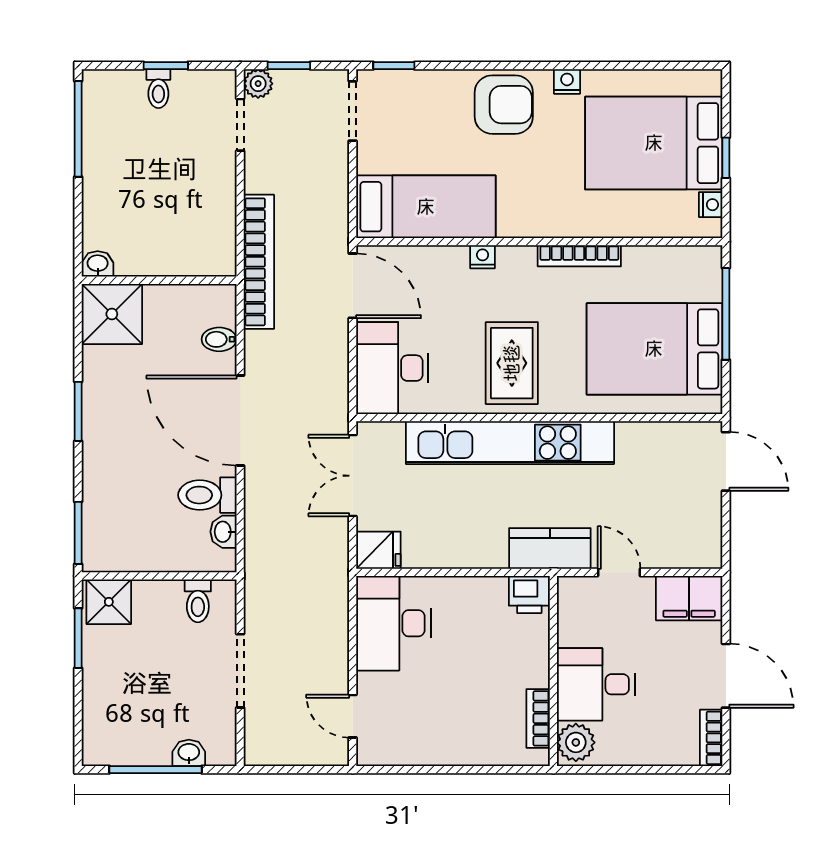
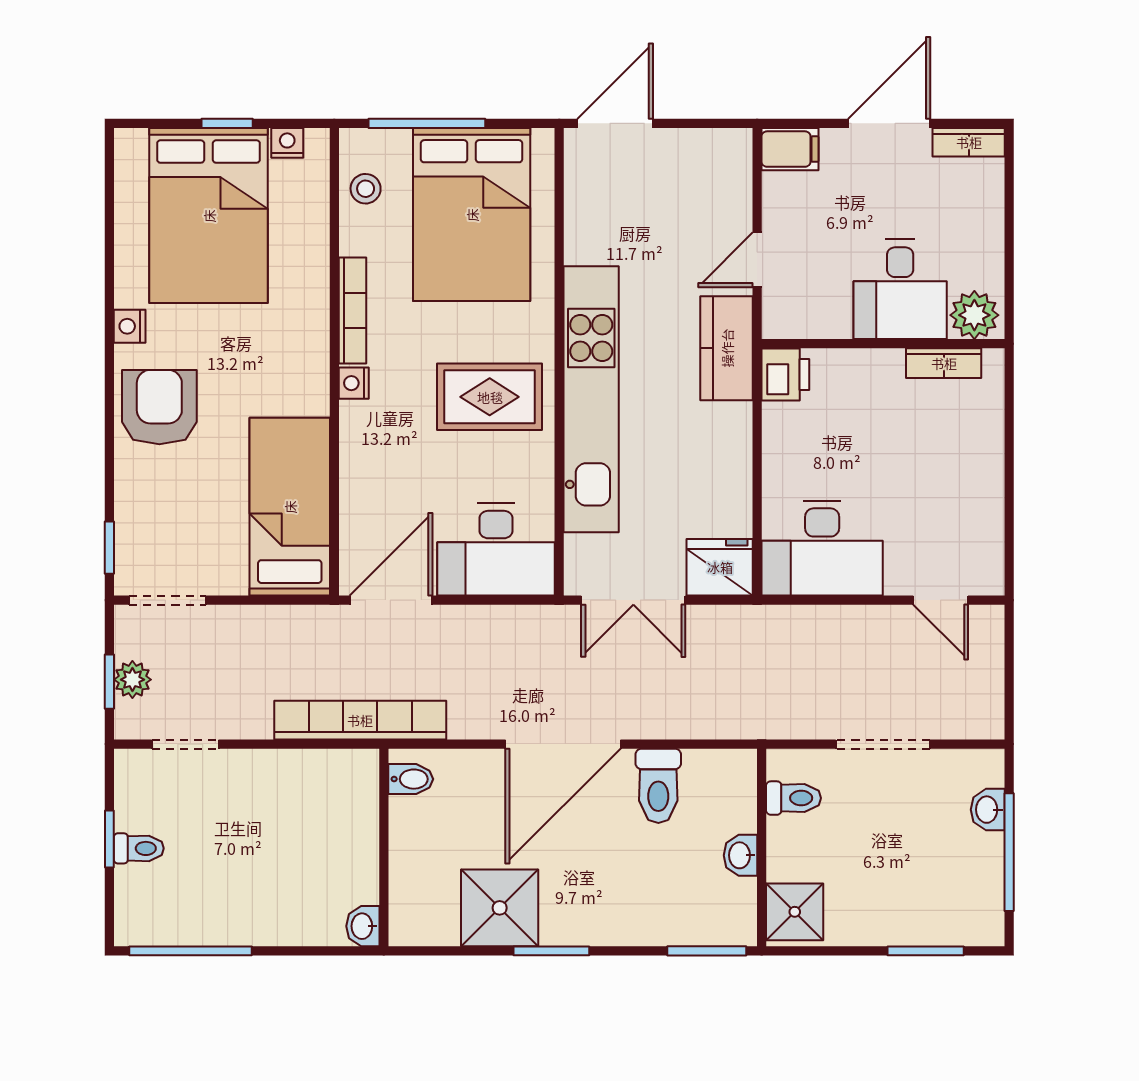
plant: (258, 84) -> (132, 680), moved
nightstand: (483, 257) -> (354, 383), moved
stool: (675, 266) -> (366, 189), added
shower: (112, 314) -> (500, 908), moved
bidet: (219, 339) -> (411, 779), moved, turned -90
washbasin: (224, 532) -> (740, 855), moved, turned 90
fridge: (378, 550) -> (720, 567), width x1.38
filing cabinet: (689, 598) -> (790, 149), width x0.50
window: (78, 638) -> (926, 951), moved
door: (353, 716) -> (941, 600), hinge flipped

